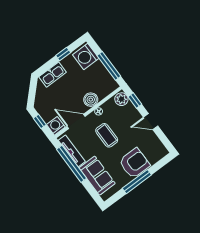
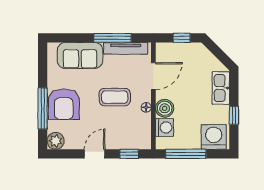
plant: (121, 99) -> (56, 141), moved
washing machine: (56, 126) -> (165, 128), moved
window: (71, 164) -> (112, 38), width x0.68
window: (137, 182) -> (43, 109), moved

